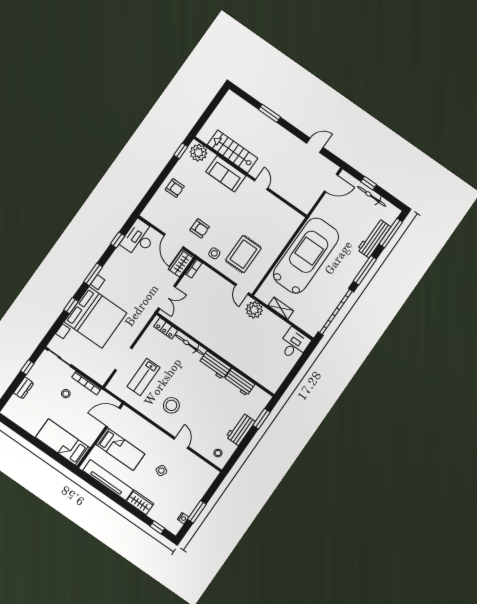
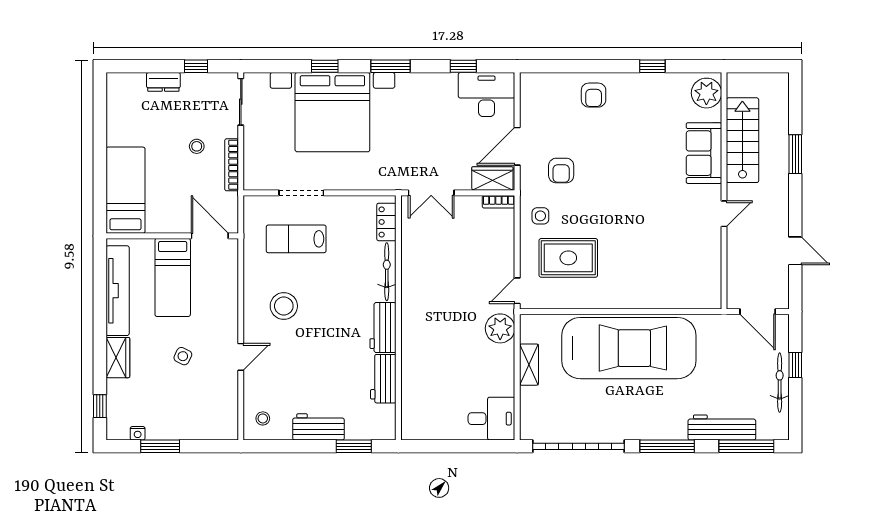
stairs: (233, 151) -> (742, 140), moved
plant: (198, 153) -> (706, 93), moved
sofa: (226, 174) -> (704, 153), moved
wall: (250, 177) -> (724, 191), moved
door: (261, 185) -> (724, 214), moved

